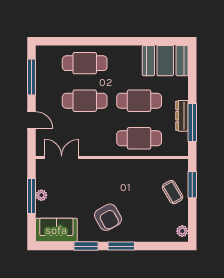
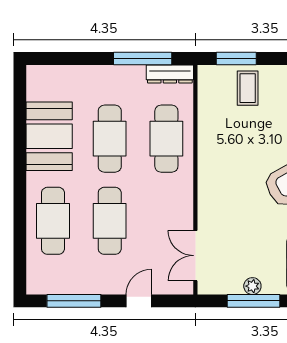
booth: (165, 61) -> (49, 136), moved
dresser: (182, 116) -> (170, 74), moved
coffee table: (173, 192) -> (248, 88), turned -60

